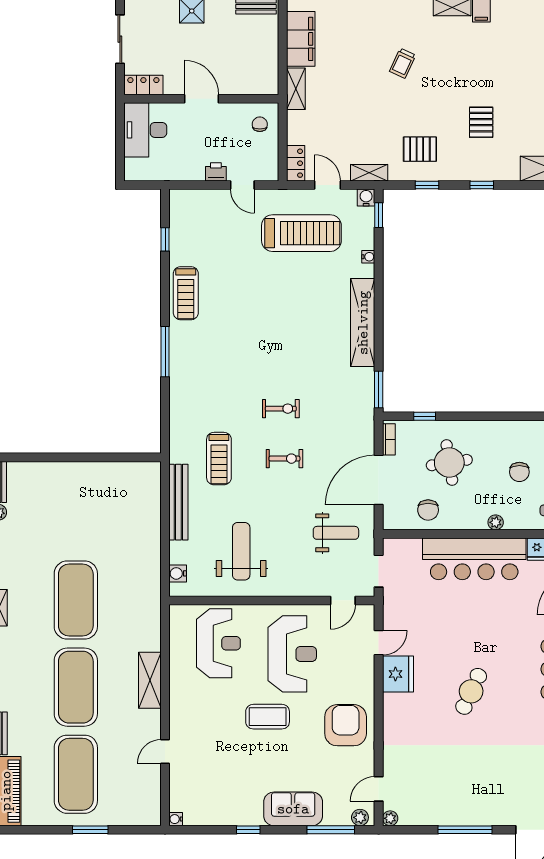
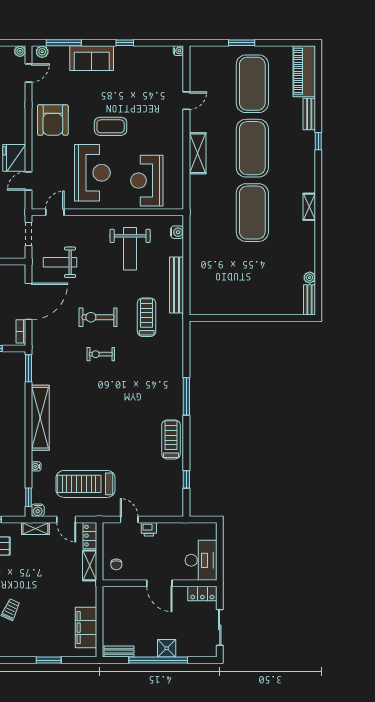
shelving: (296, 89) -> (90, 565), moved
exercise bike: (284, 459) -> (98, 317), width x1.38, depth x1.39
reception desk: (292, 654) -> (92, 173), turned 180

